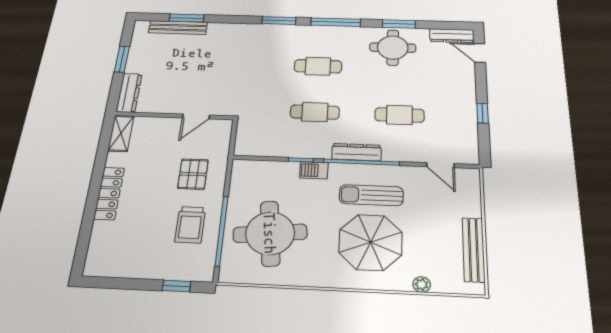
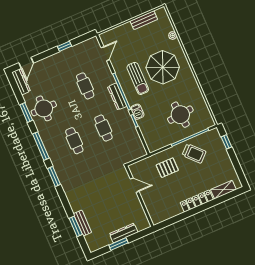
bench: (178, 28) -> (82, 223), width x0.73
dresser: (129, 93) -> (124, 233), moved
shelving: (121, 133) -> (223, 190), moved
trolley: (190, 225) -> (194, 153), turned 47
round table: (270, 233) -> (180, 115), width x0.73, depth x0.73
bench: (473, 250) -> (144, 20), width x0.73

